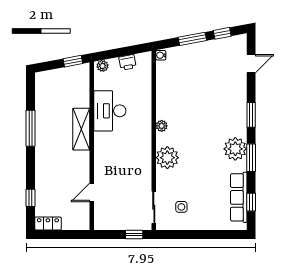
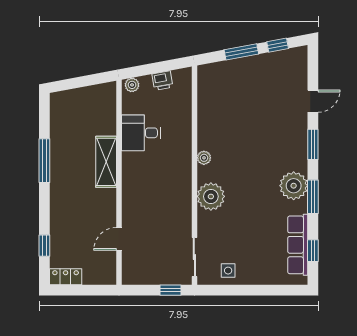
water cooler: (161, 55) -> (203, 72), removed
window: (73, 61) -> (96, 79), removed
door: (251, 64) -> (313, 101), moved
desk: (110, 111) -> (141, 133), width x0.73
side table: (181, 207) -> (228, 271), moved

